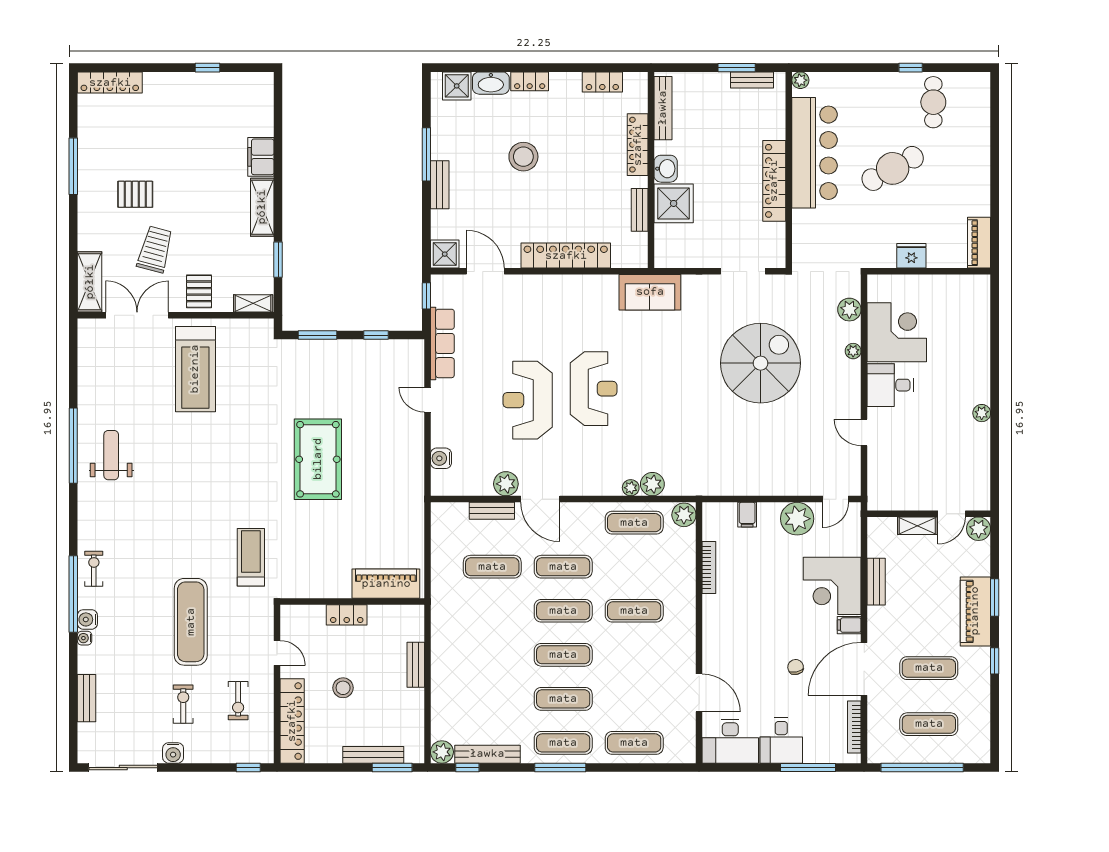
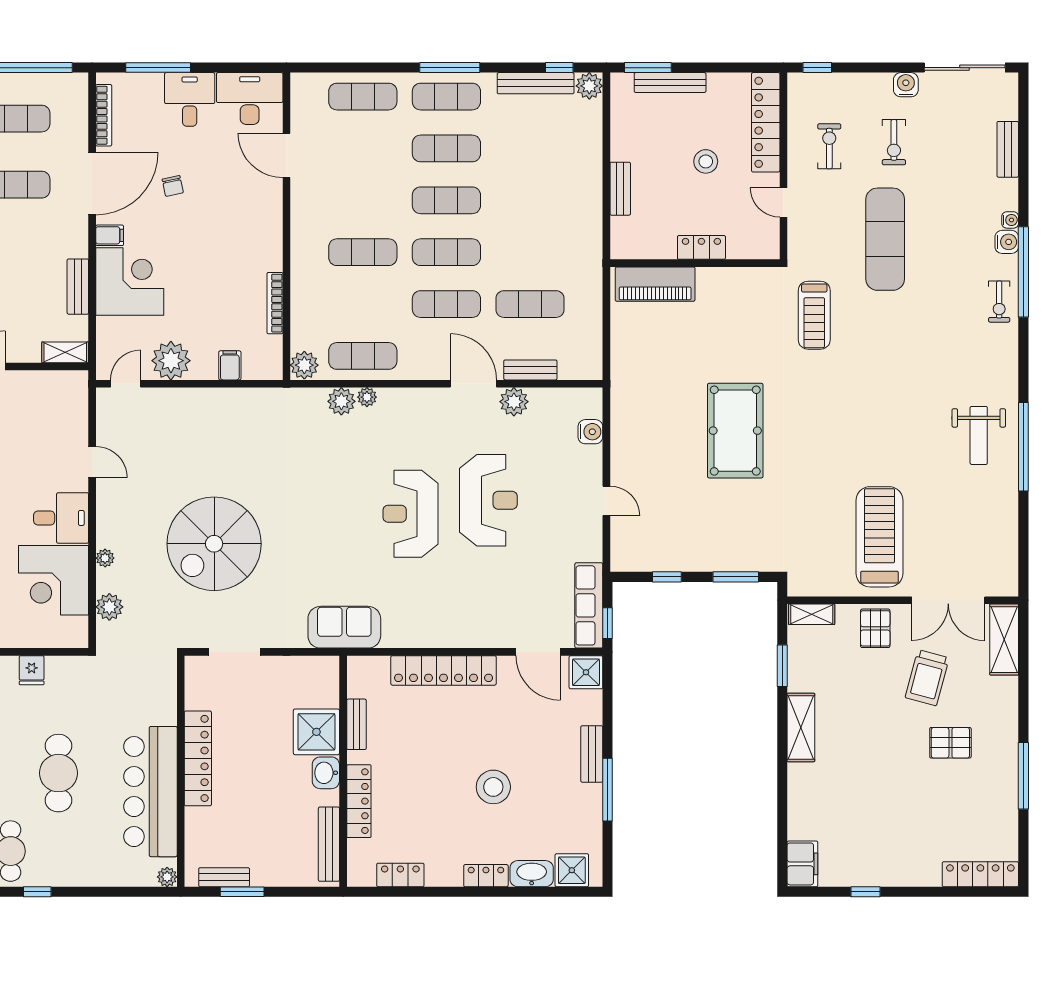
filing cabinet: (261, 157) -> (802, 864), moved
cafe table: (893, 168) -> (58, 773), turned -61
fridge: (911, 256) -> (32, 670), width x0.72
row of seats: (442, 343) -> (589, 605), moved
shelving: (917, 526) -> (65, 352), moved

